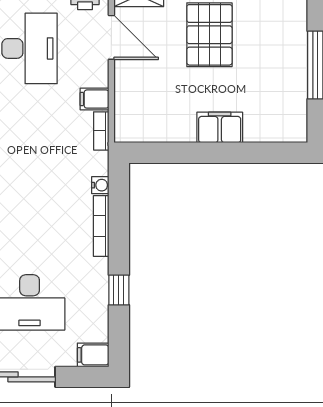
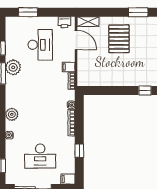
filing cabinet: (220, 127) -> (123, 79), removed
window: (269, 153) -> (145, 91), added

